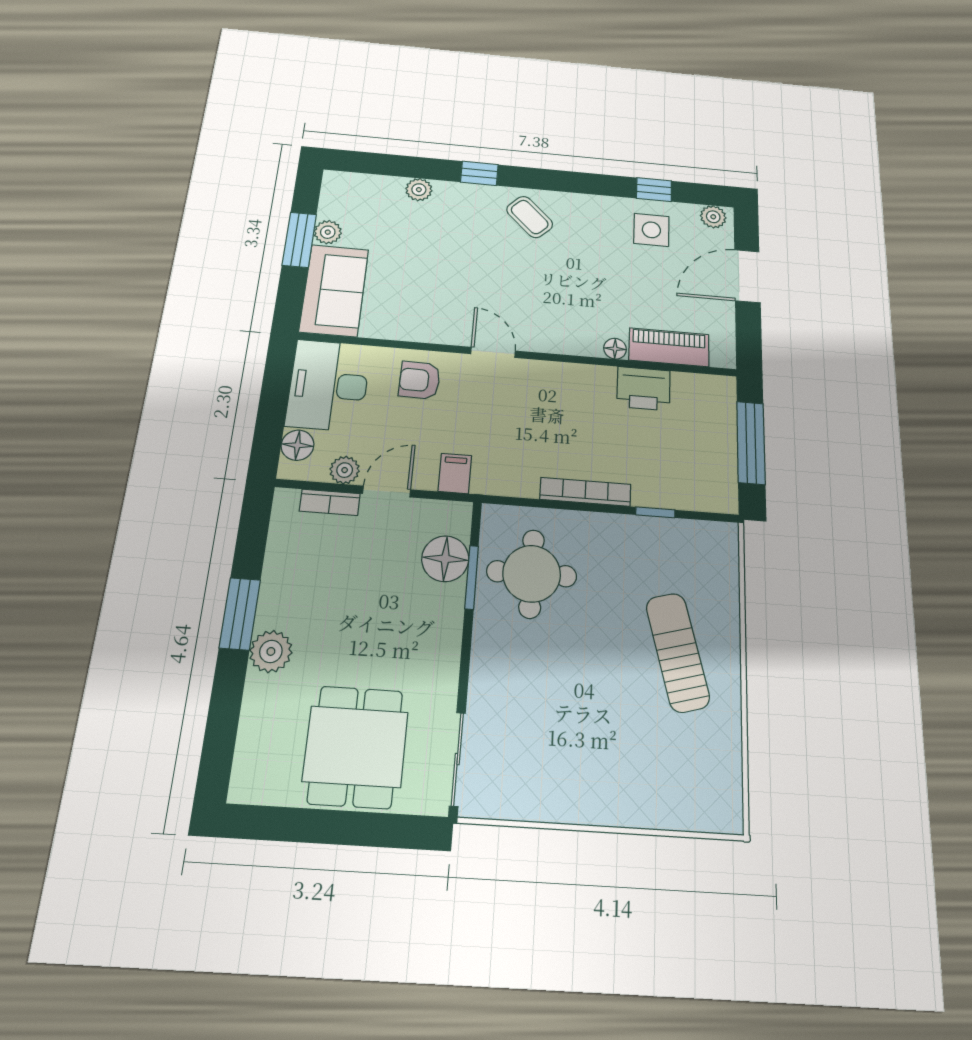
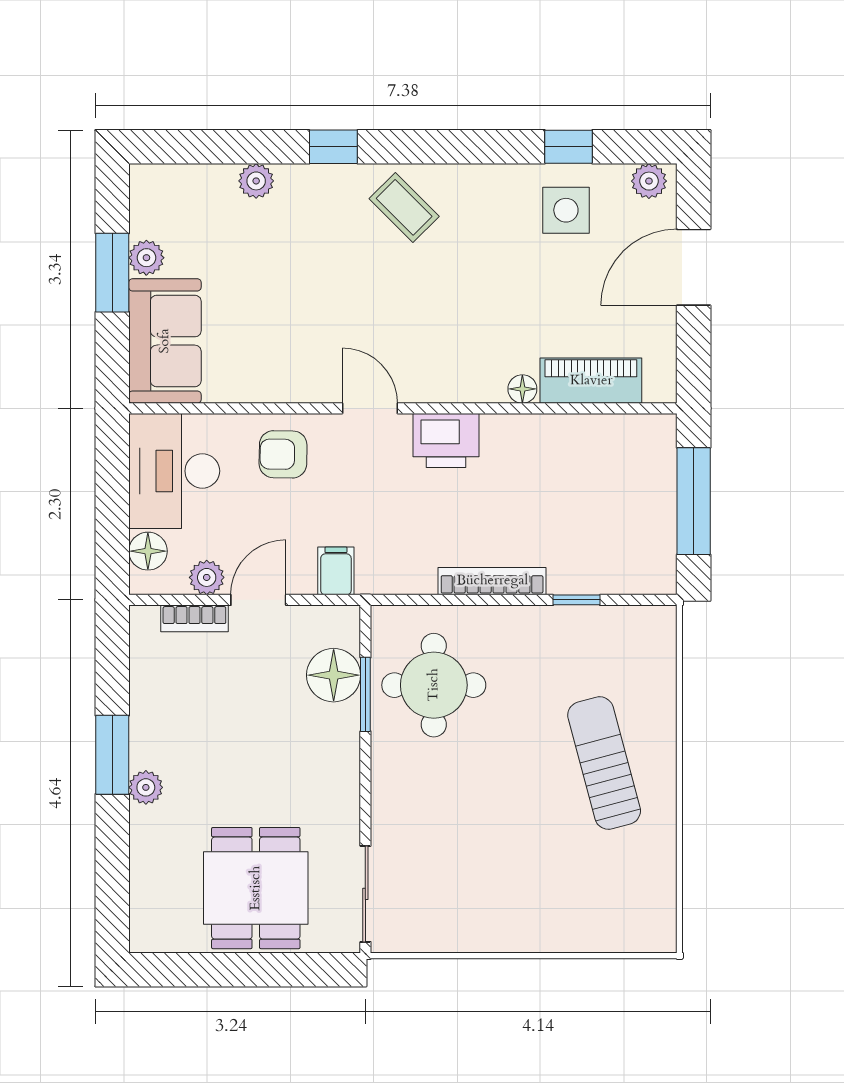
printer: (644, 389) -> (446, 441), moved
plant: (271, 651) -> (146, 787), width x0.73, depth x0.73

